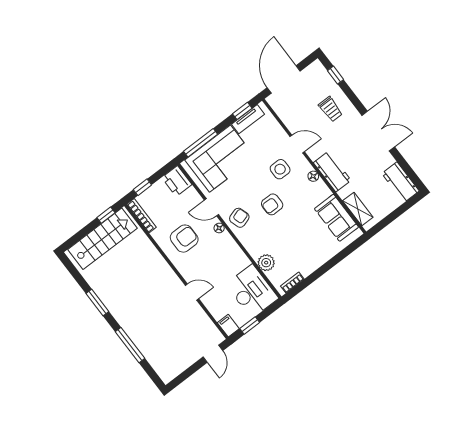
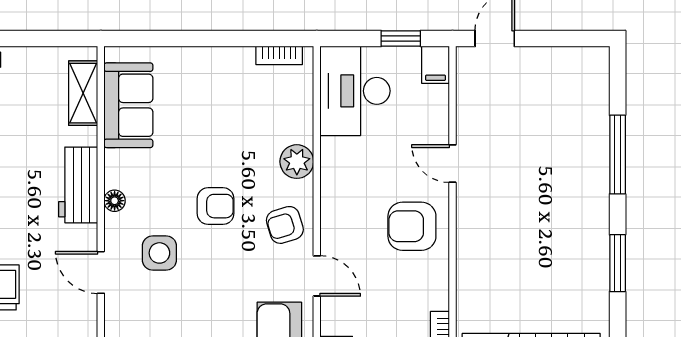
floor lamp: (219, 228) -> (330, 233), removed
armchair: (184, 239) -> (412, 226), moved
plant: (266, 263) -> (297, 162), moved

